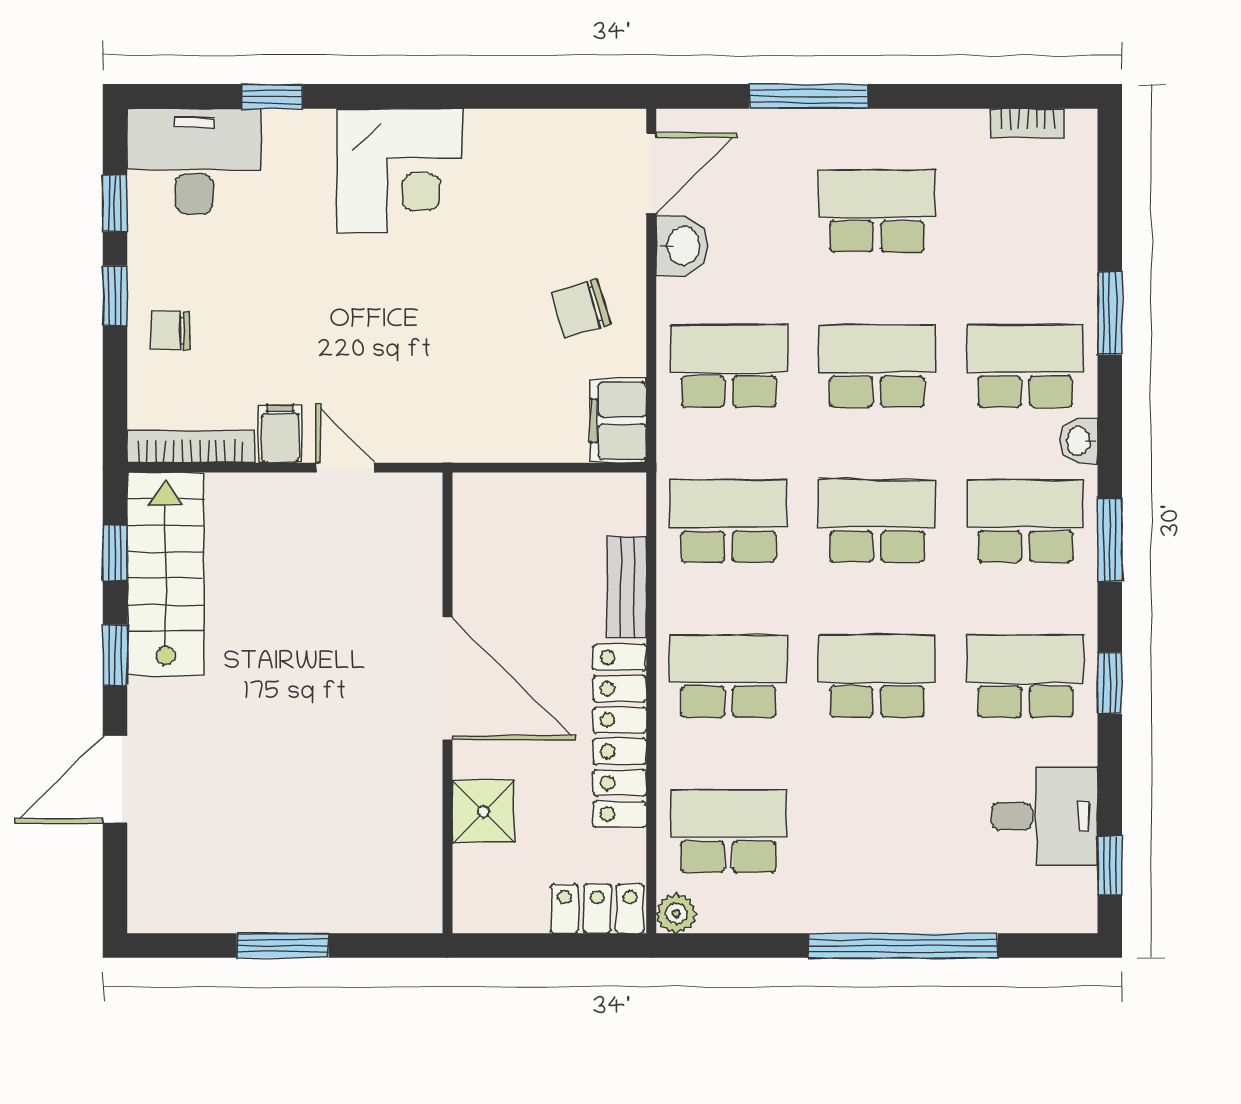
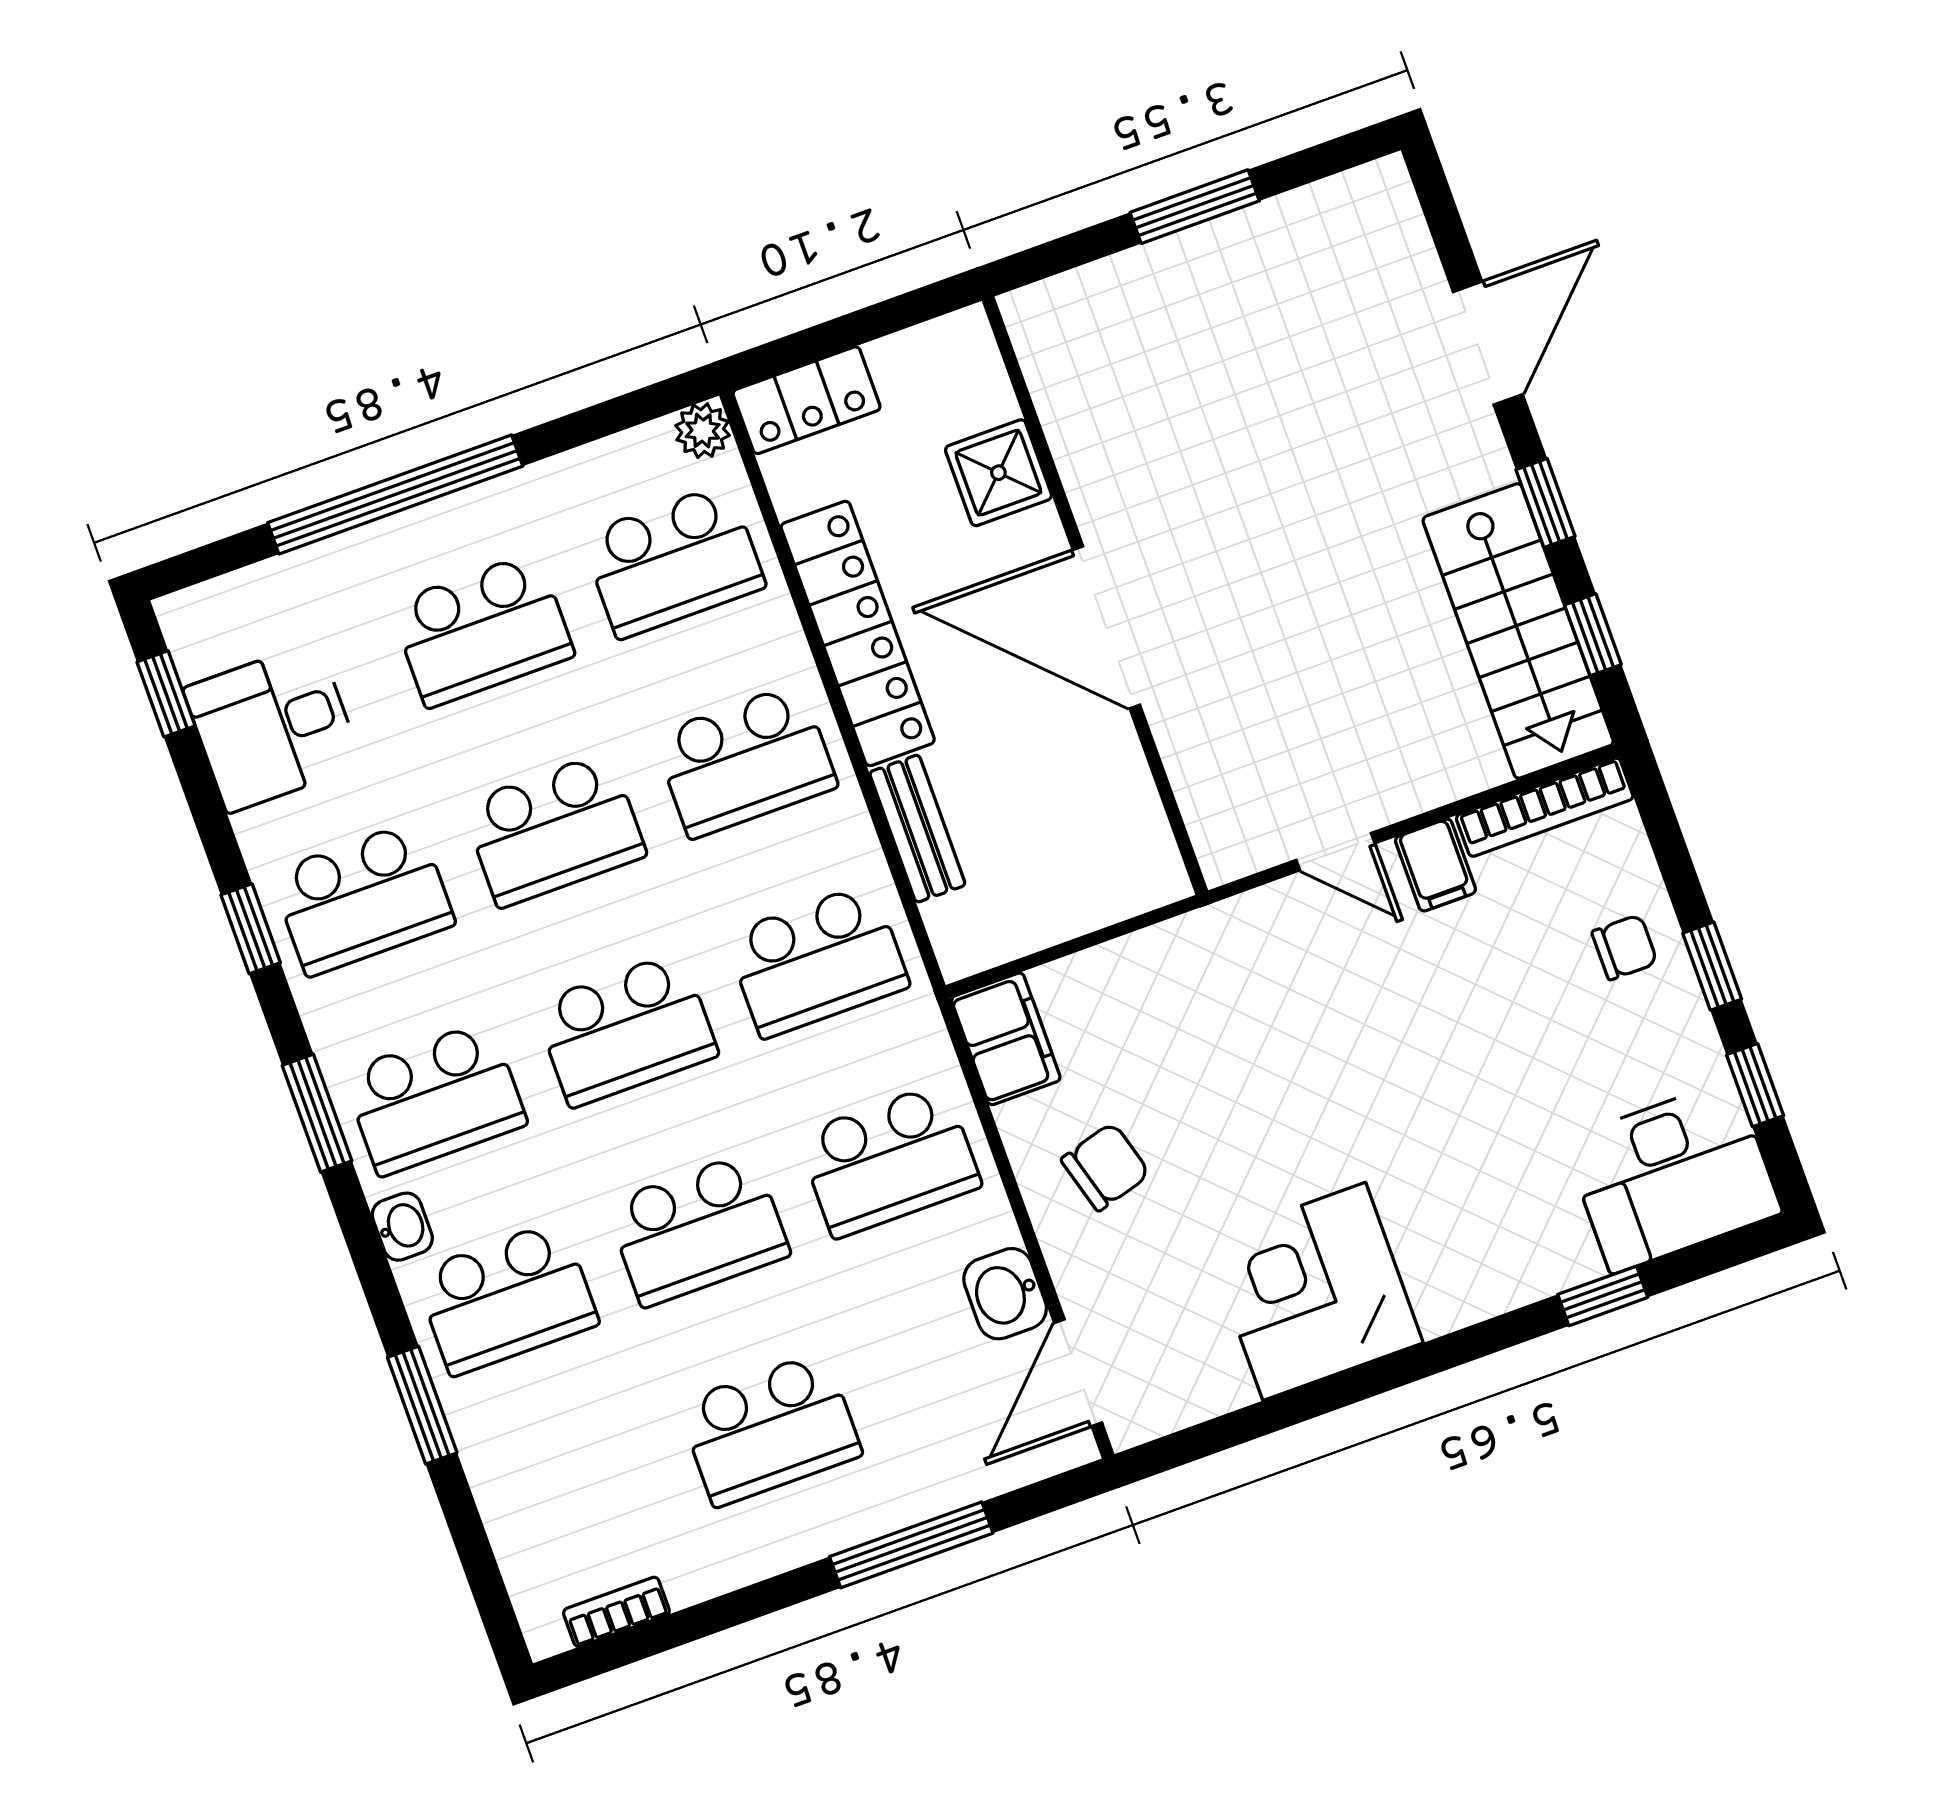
corner desk: (400, 171) -> (1314, 1291), moved
school desk: (877, 831) -> (482, 630), added

